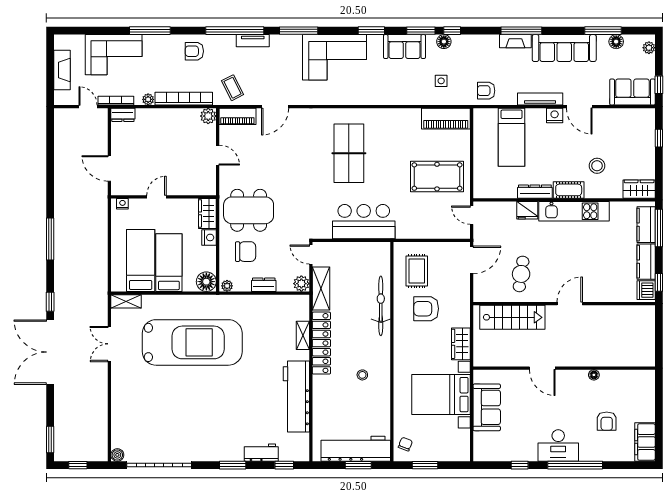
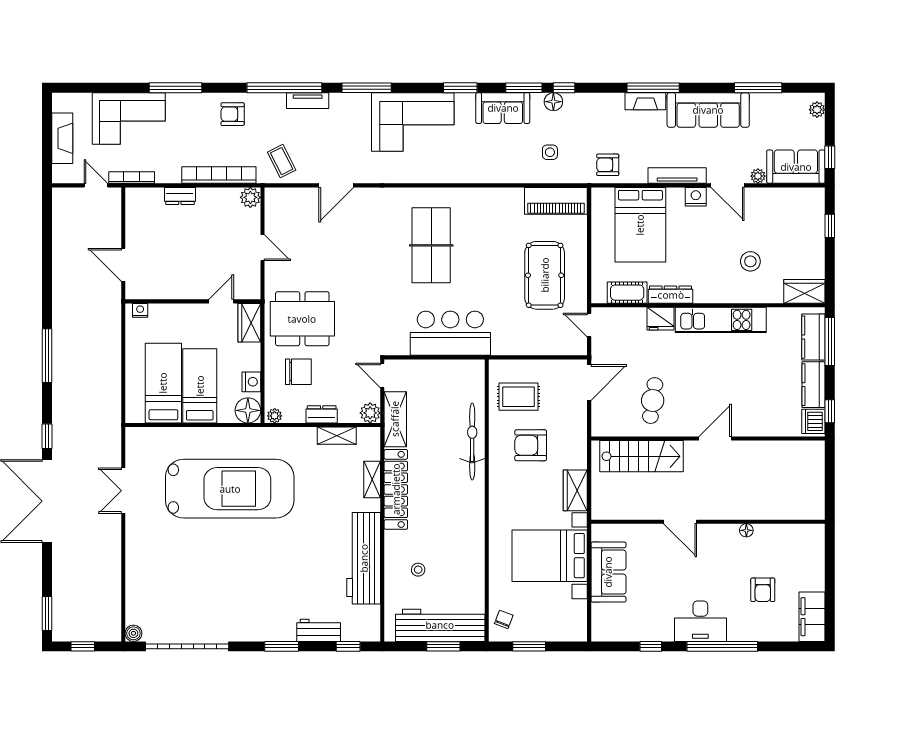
floor lamp: (616, 42) -> (775, 102), removed
plant: (148, 99) -> (758, 176), moved
dresser: (123, 115) -> (180, 196), moved
piano: (237, 116) -> (288, 198), removed
bed: (512, 137) -> (640, 225), width x1.50
pool table: (437, 177) -> (545, 275), turned 90
cot: (569, 190) -> (627, 293), moved
door: (156, 197) -> (221, 301), moved
nightstand: (209, 237) -> (251, 382), moved
rug: (417, 271) -> (519, 397), turned 90
shelving: (126, 301) -> (337, 436), moved
stool: (362, 375) -> (418, 570), moved

